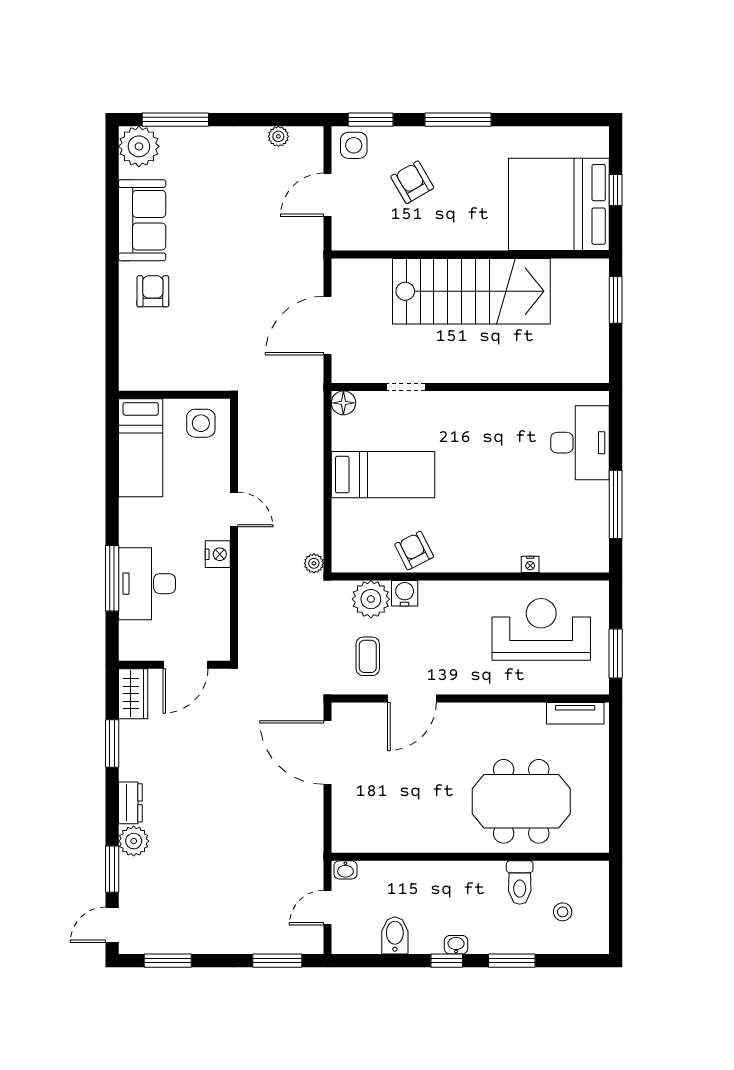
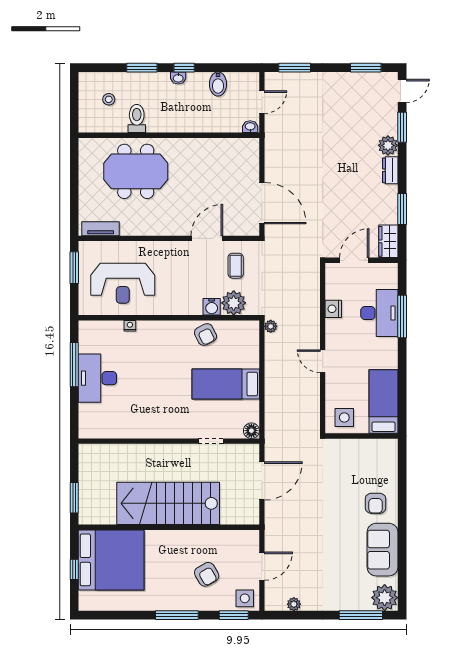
desk: (580, 443) -> (97, 378), moved
nightstand: (218, 554) -> (333, 309), moved

